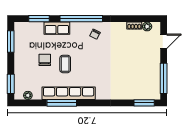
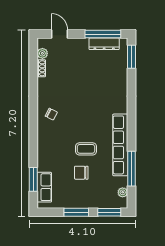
window: (81, 19) -> (33, 130), removed
row of seats: (57, 28) -> (44, 187), moved
window: (11, 41) -> (76, 212), moved
dresser: (155, 79) -> (104, 44), added
window: (62, 103) -> (131, 169), moved

